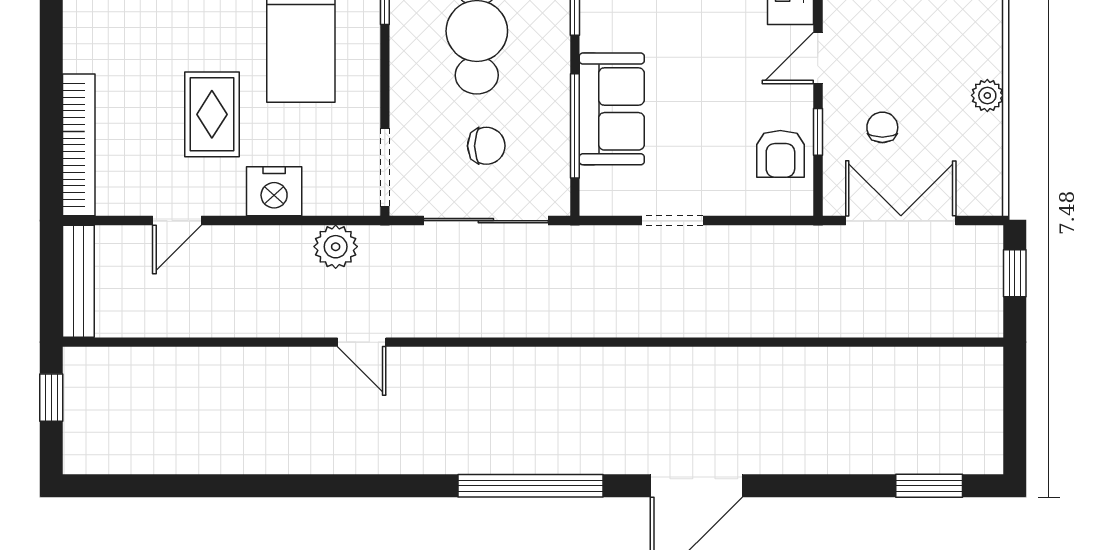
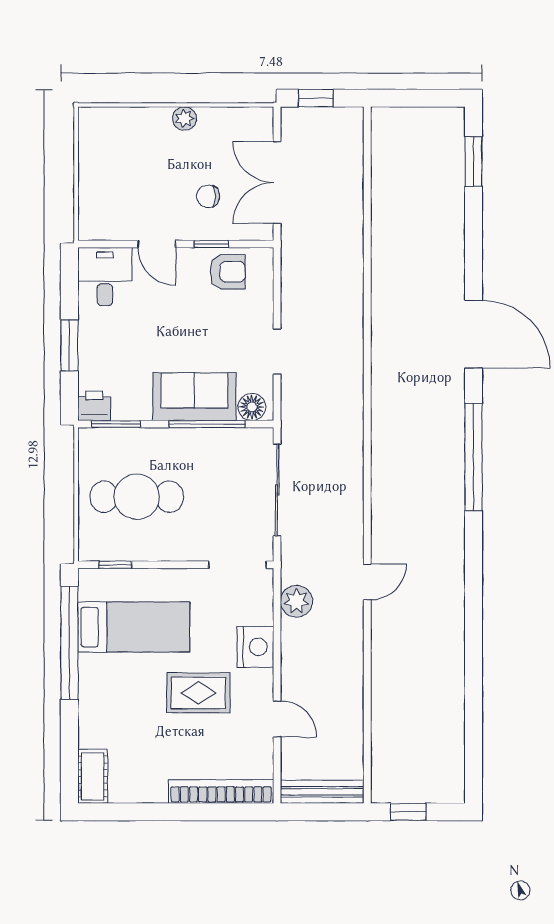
chair: (486, 146) -> (222, 490), removed
floor lamp: (598, 187) -> (252, 407), added

